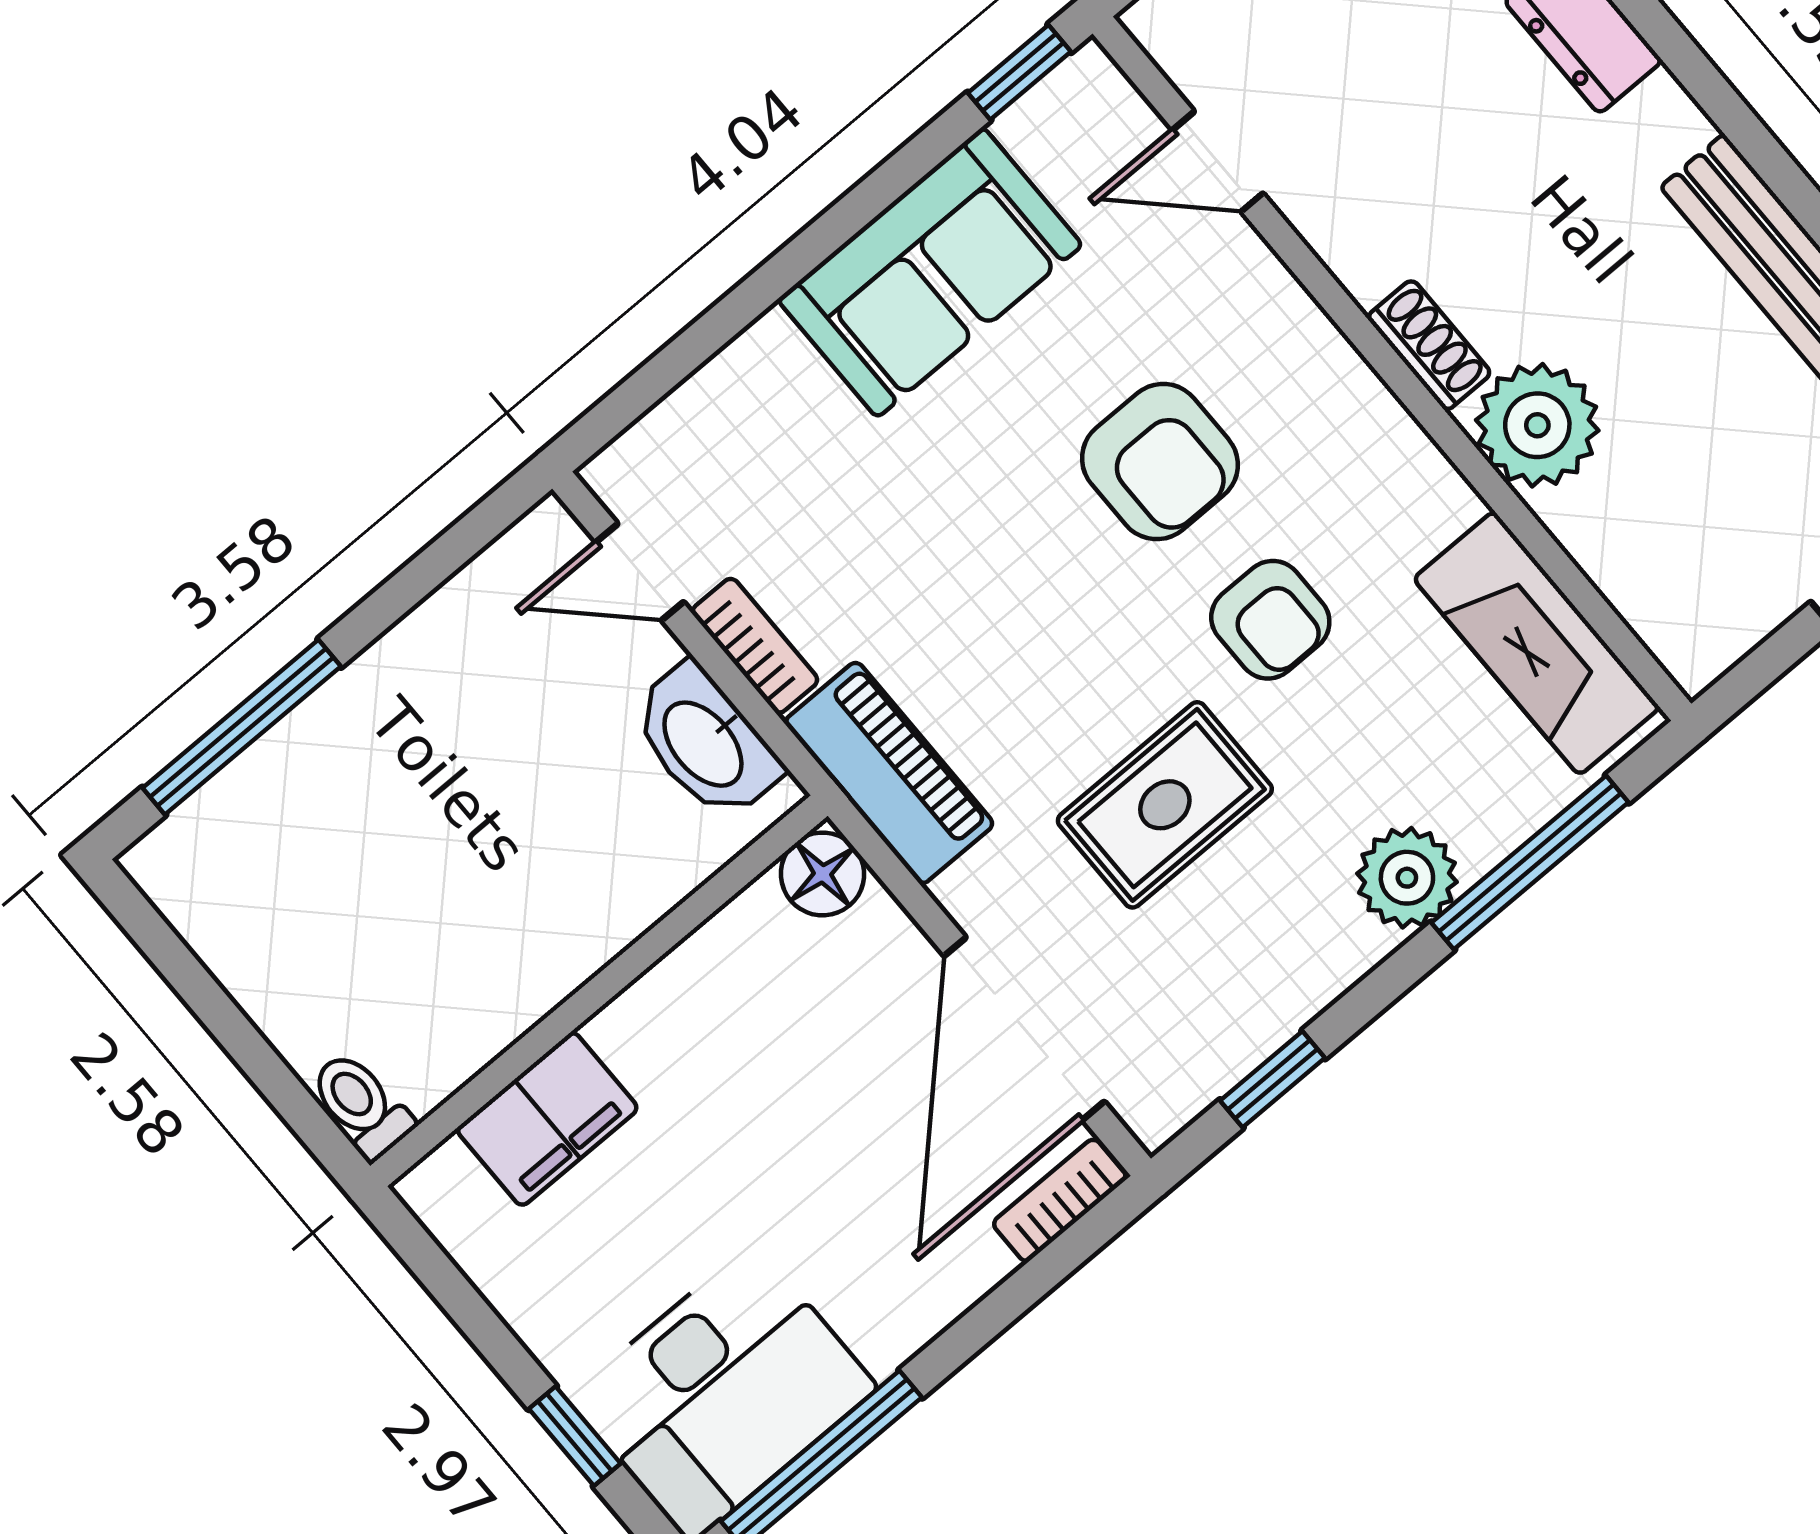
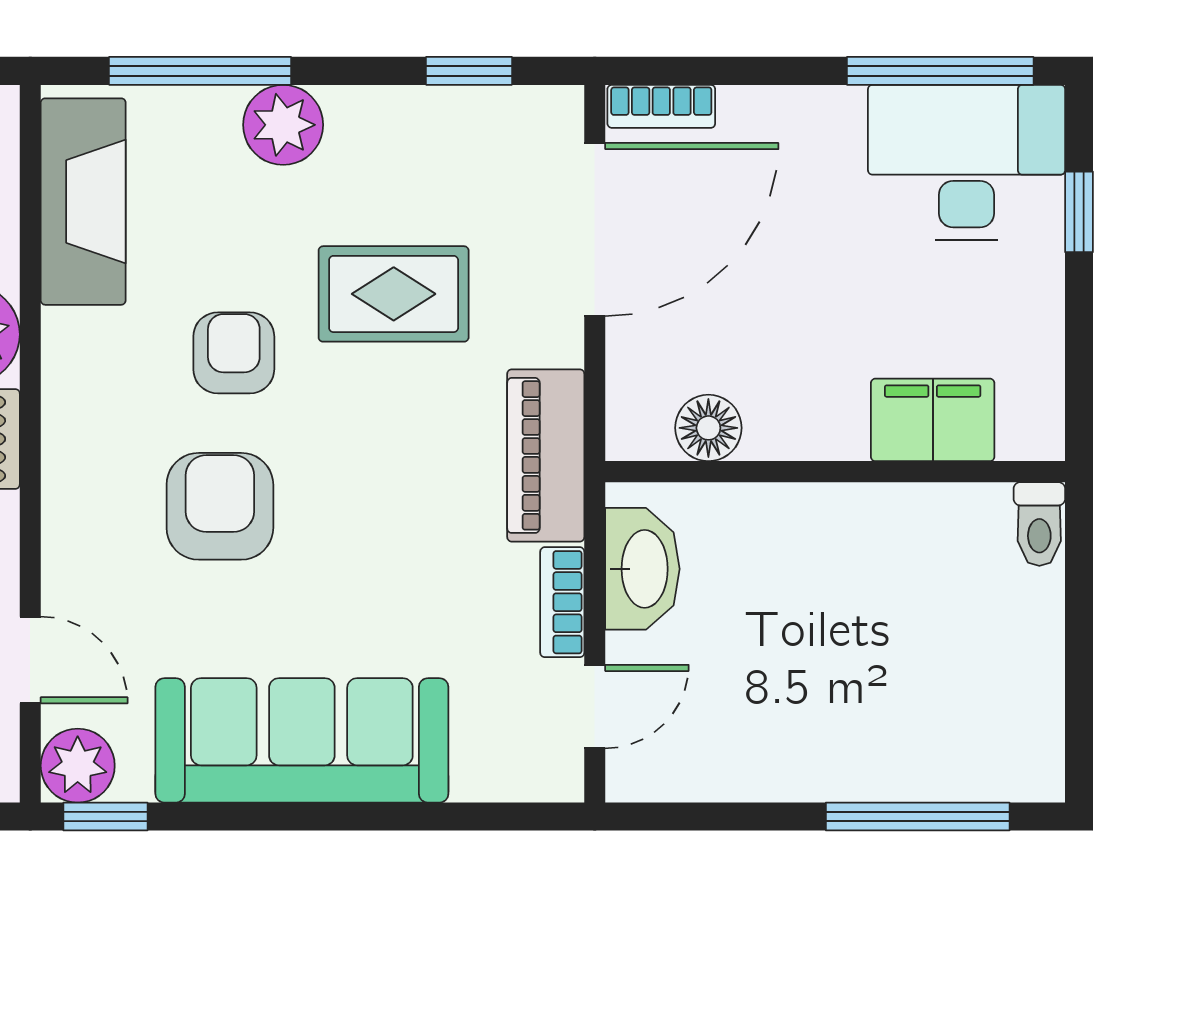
plant: (1087, 99) -> (78, 766), added
sofa: (930, 272) -> (302, 740), width x1.36
door: (640, 572) -> (595, 707), hinge flipped
floor lamp: (823, 874) -> (708, 428), moved

